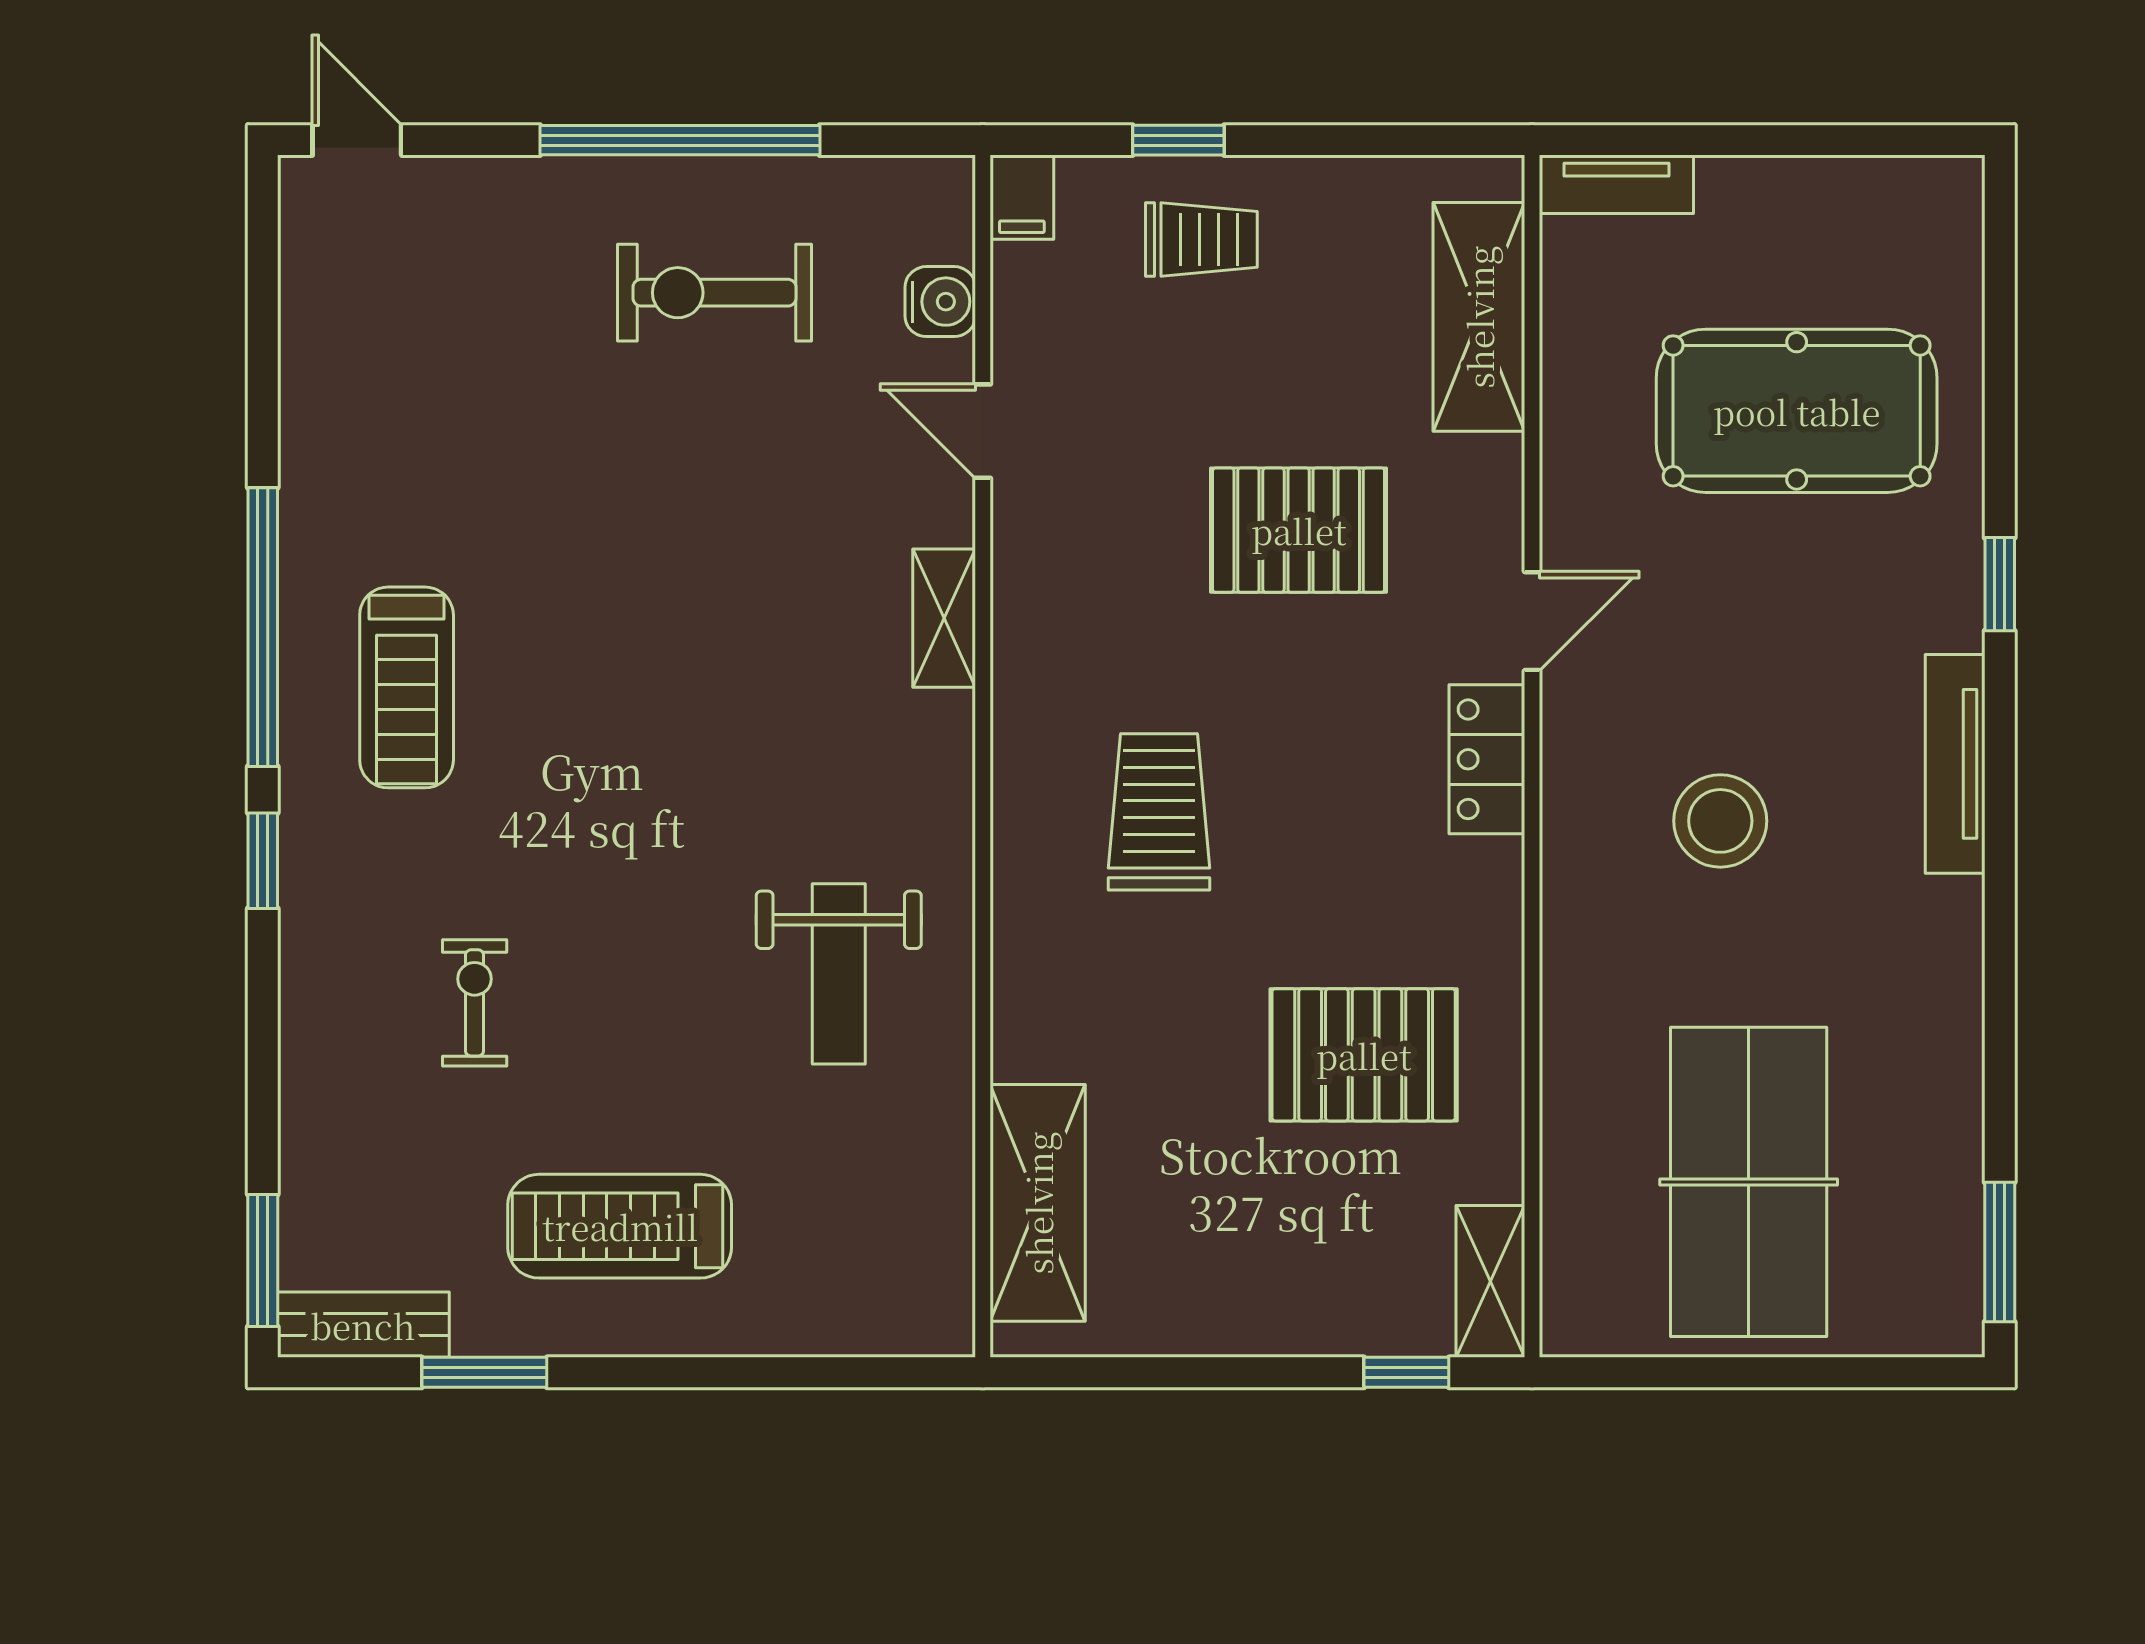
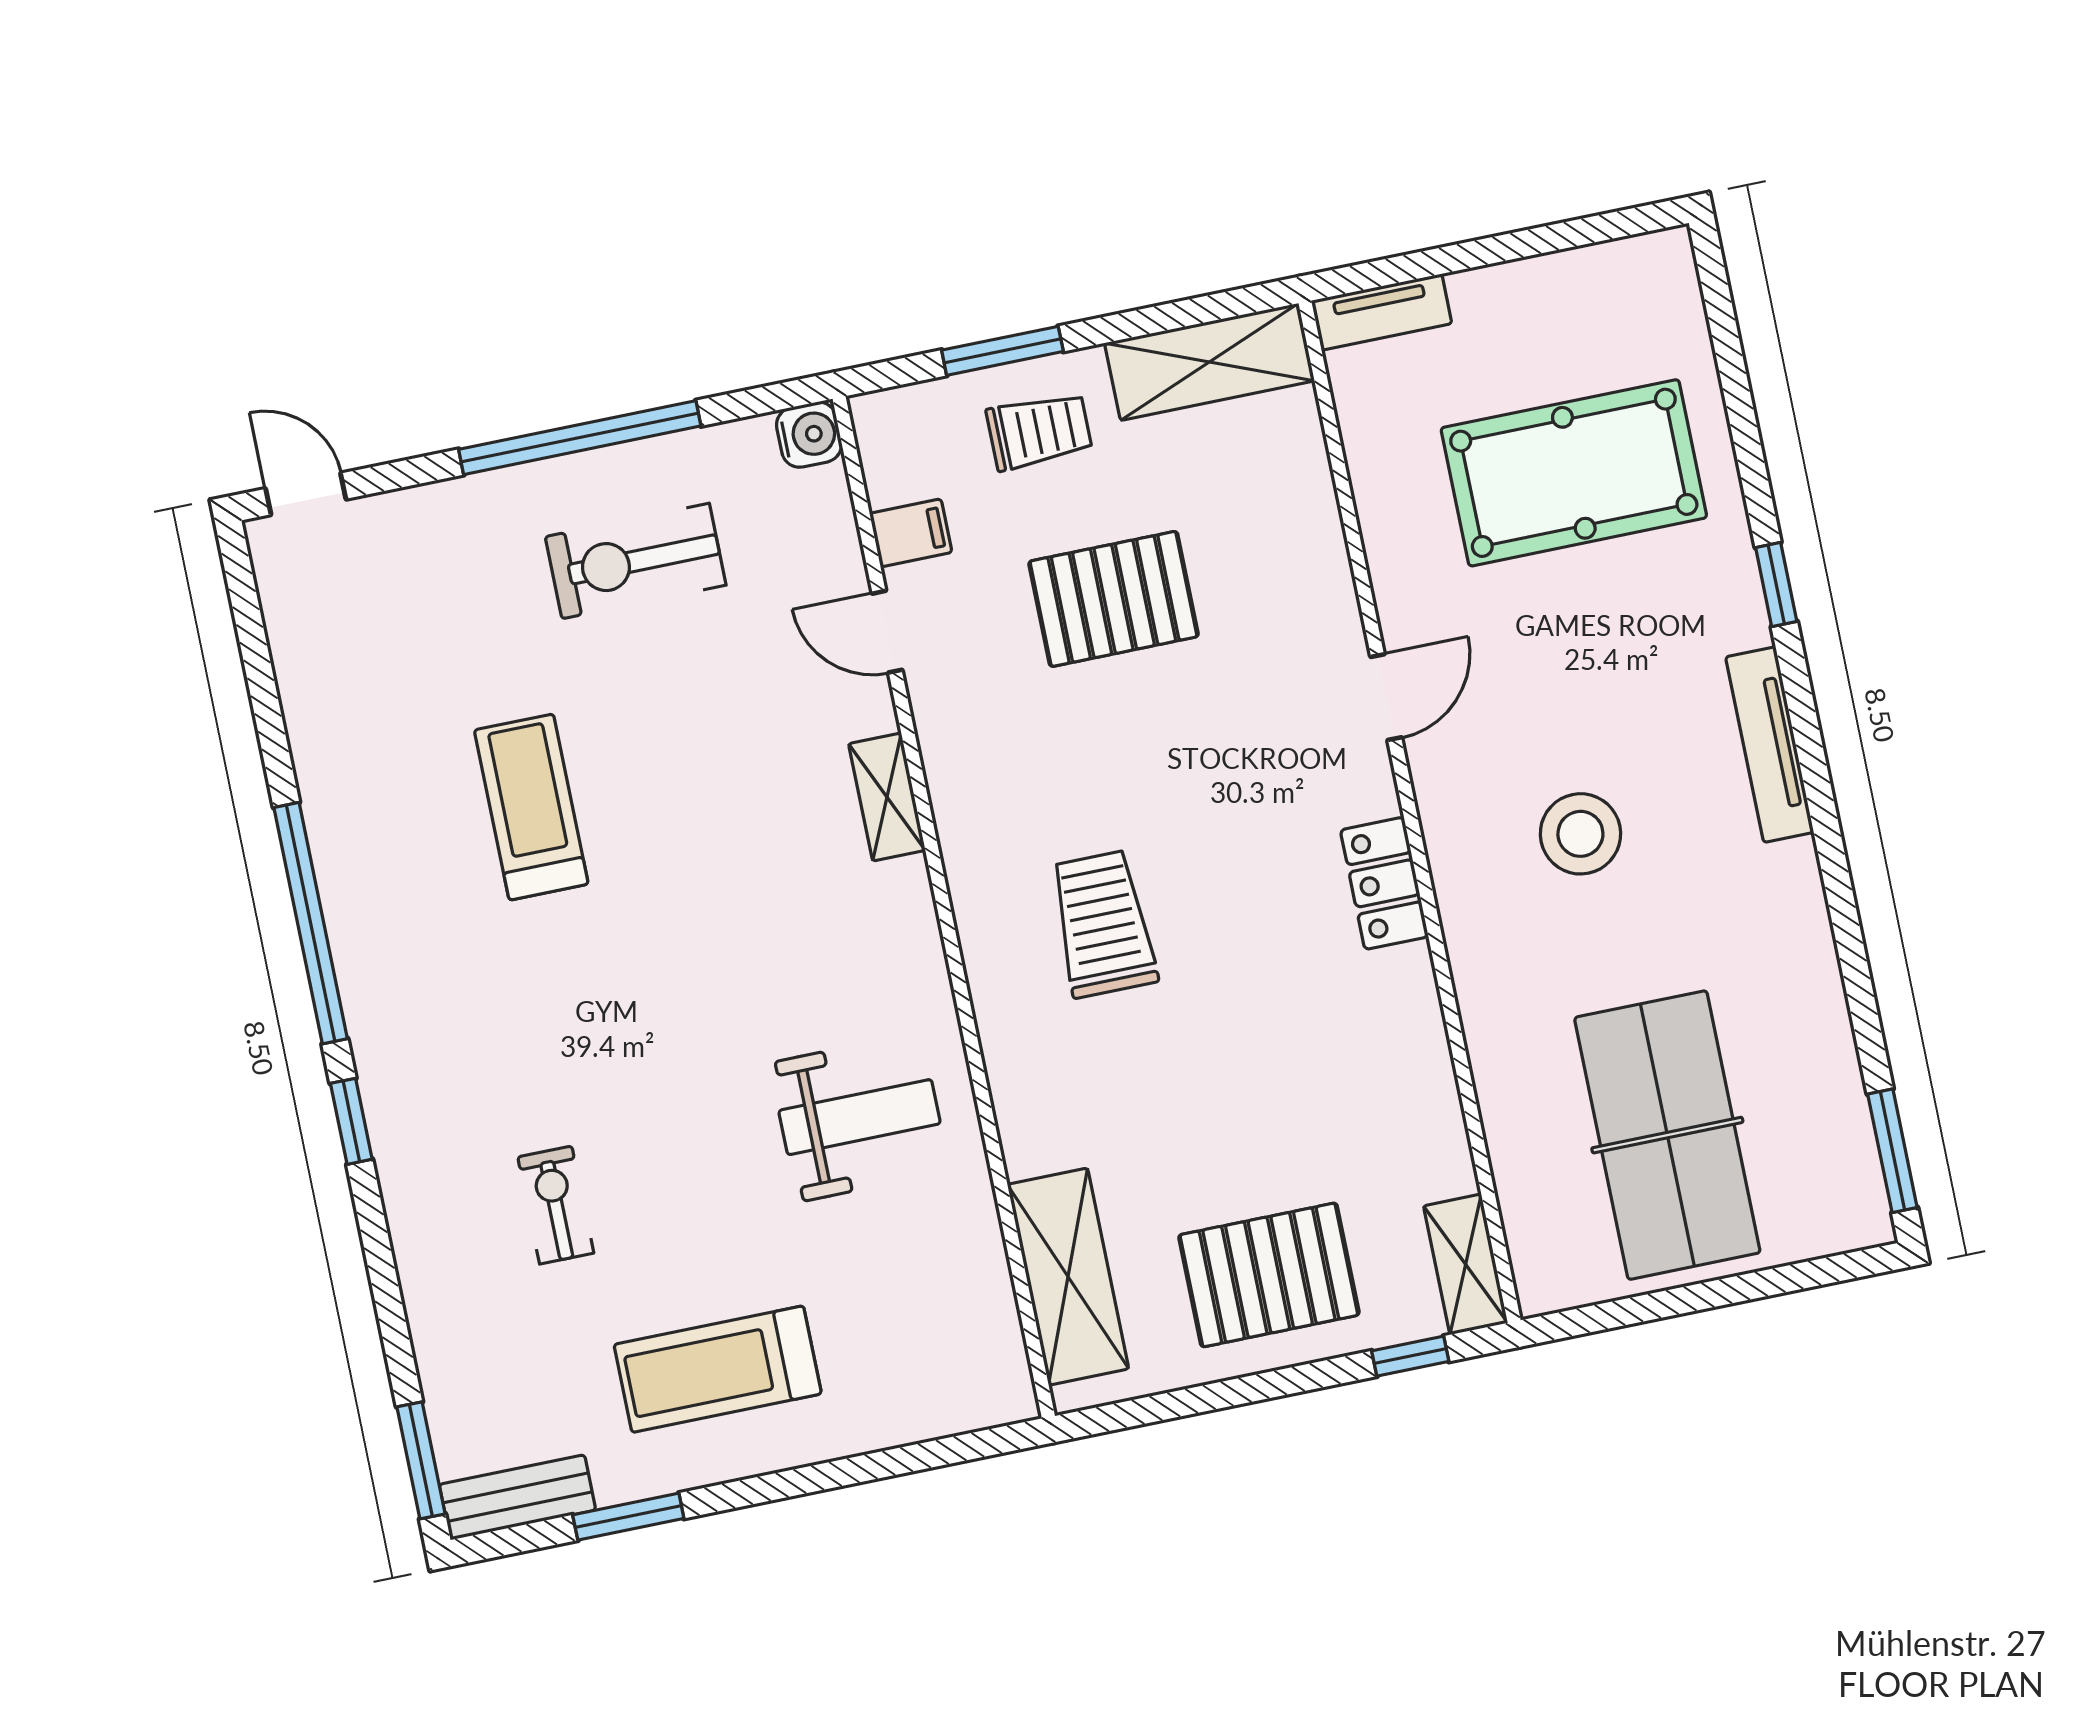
window: (1178, 140) -> (1002, 351), width x1.50
filing cabinet: (1022, 197) -> (911, 533), moved, turned -90
water cooler: (940, 302) -> (809, 435), moved
shelving: (1479, 317) -> (1209, 362), moved, turned 90
pallet: (1299, 530) -> (1113, 599), moved
treadmill: (407, 687) -> (531, 807), moved, turned 180
locker: (1487, 759) -> (1384, 883), moved
weight bench: (839, 974) -> (860, 1117), turned -90
pallet: (1364, 1055) -> (1269, 1275), moved

